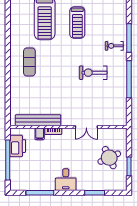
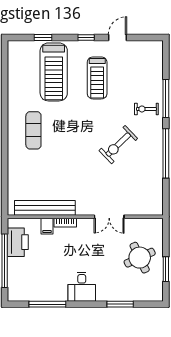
exercise bike: (93, 73) -> (118, 145), turned -44

